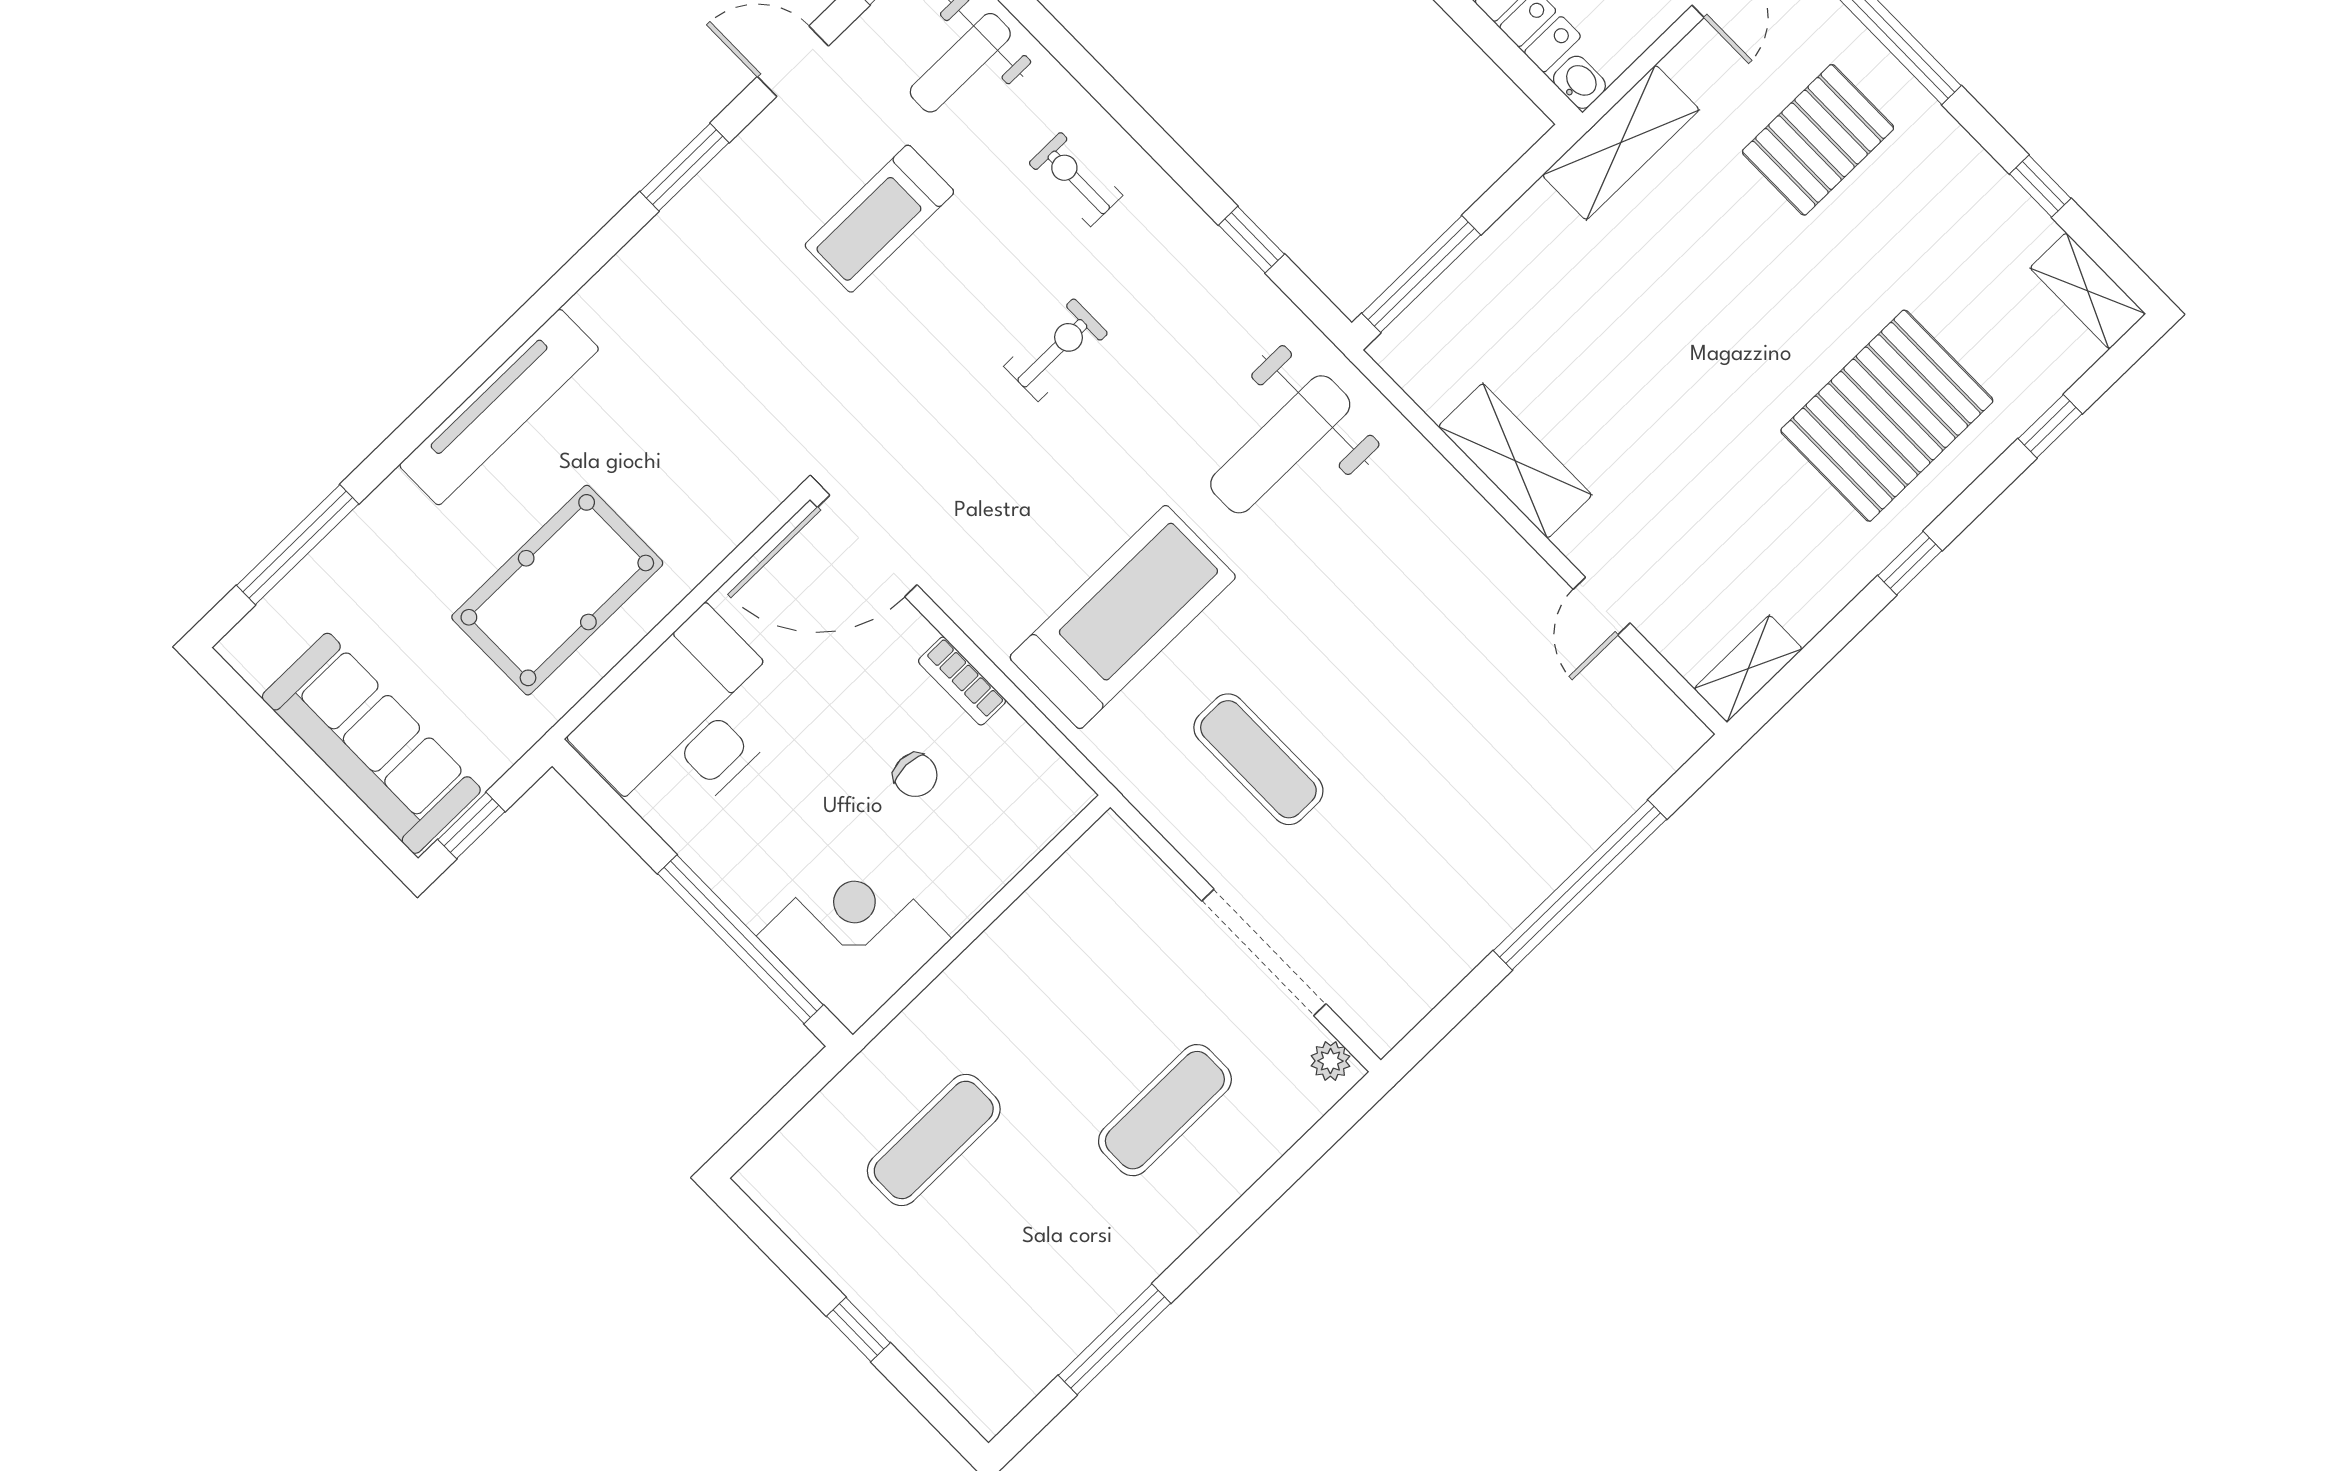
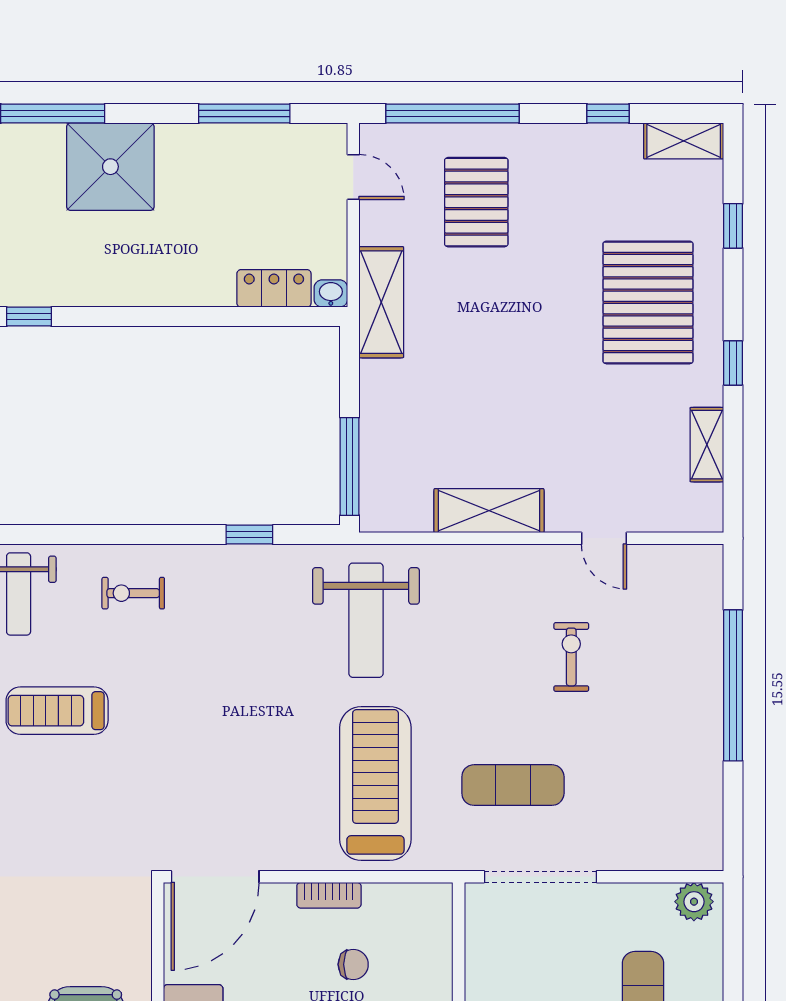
treadmill: (879, 219) -> (57, 711), turned 90
exercise bike: (1056, 350) -> (571, 657), moved
shelving: (1748, 669) -> (707, 445), moved
doorway: (1264, 952) -> (540, 877), moved
plant: (1330, 1061) -> (694, 902), width x1.38, depth x1.38

